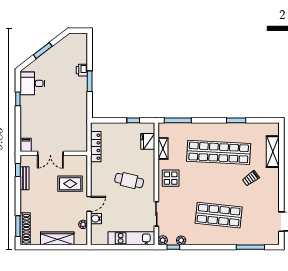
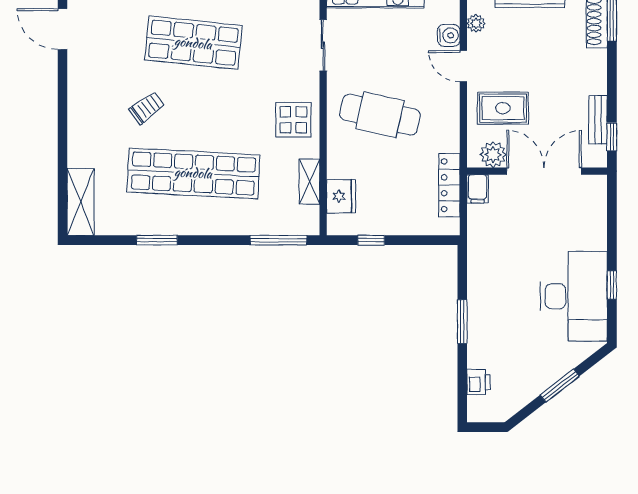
printer: (82, 70) -> (478, 382), moved
desk: (32, 83) -> (574, 296), width x1.87, depth x1.30
filing cabinet: (26, 145) -> (478, 189), moved
shelving: (273, 152) -> (81, 202), moved
double door: (50, 153) -> (544, 171), width x1.37
plant: (75, 161) -> (493, 155), added
trolley: (251, 178) -> (147, 108), moved
cafe table: (129, 181) -> (380, 115), width x1.37, depth x1.35
door: (89, 204) -> (463, 66), hinge flipped

